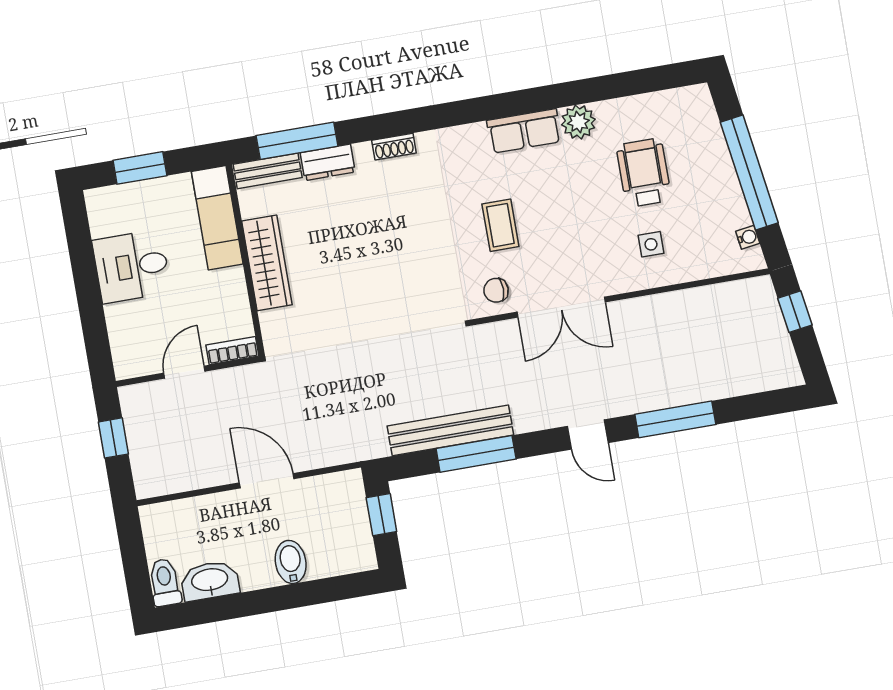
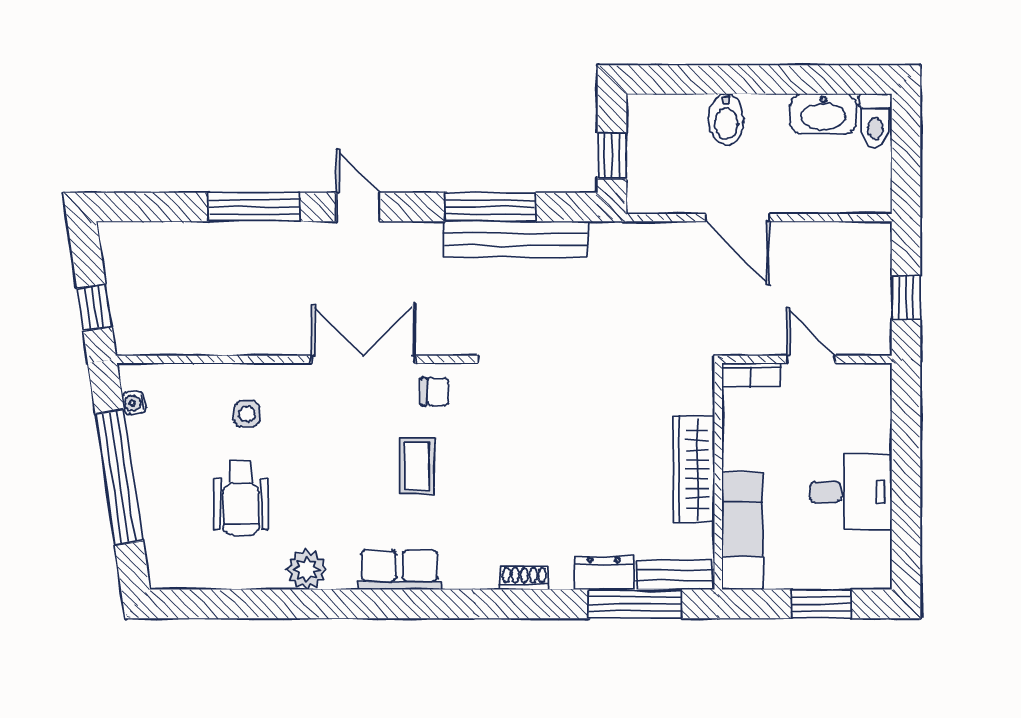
row of seats: (524, 131) -> (400, 570), moved
door: (184, 372) -> (811, 359), swing flipped

